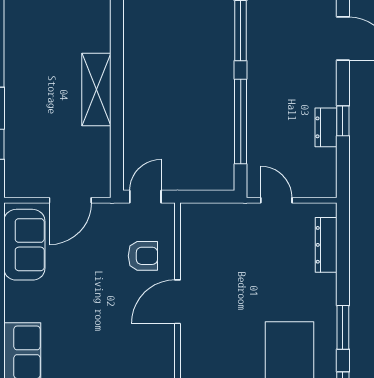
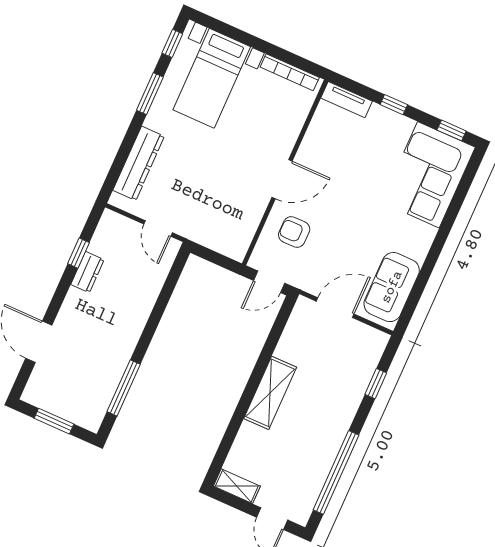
window: (343, 121) -> (78, 253), moved
window: (241, 122) -> (159, 310), removed
dresser: (326, 245) -> (139, 163), width x1.37, depth x1.24

